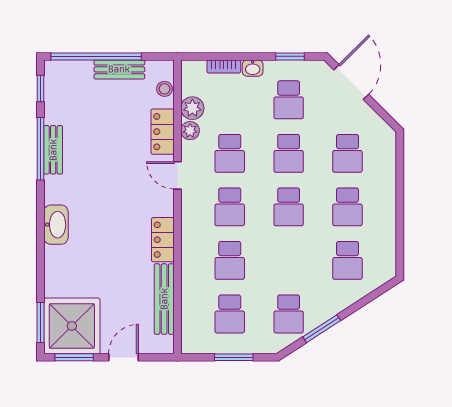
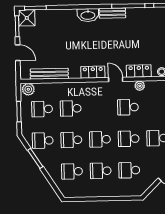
plant: (192, 108) -> (28, 89), moved
bench: (53, 150) -> (112, 13), moved
door: (177, 175) -> (116, 80), hinge flipped
school desk: (230, 207) -> (71, 140), moved
locker: (163, 240) -> (93, 72), moved
shower: (72, 326) -> (27, 18), width x0.54, depth x0.54

